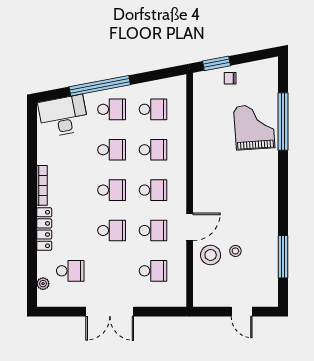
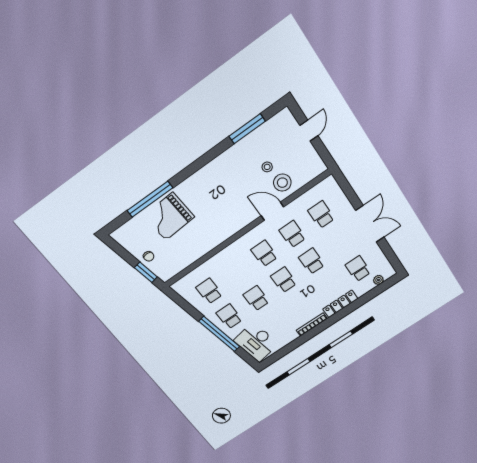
school desk: (153, 150) -> (236, 272), removed

